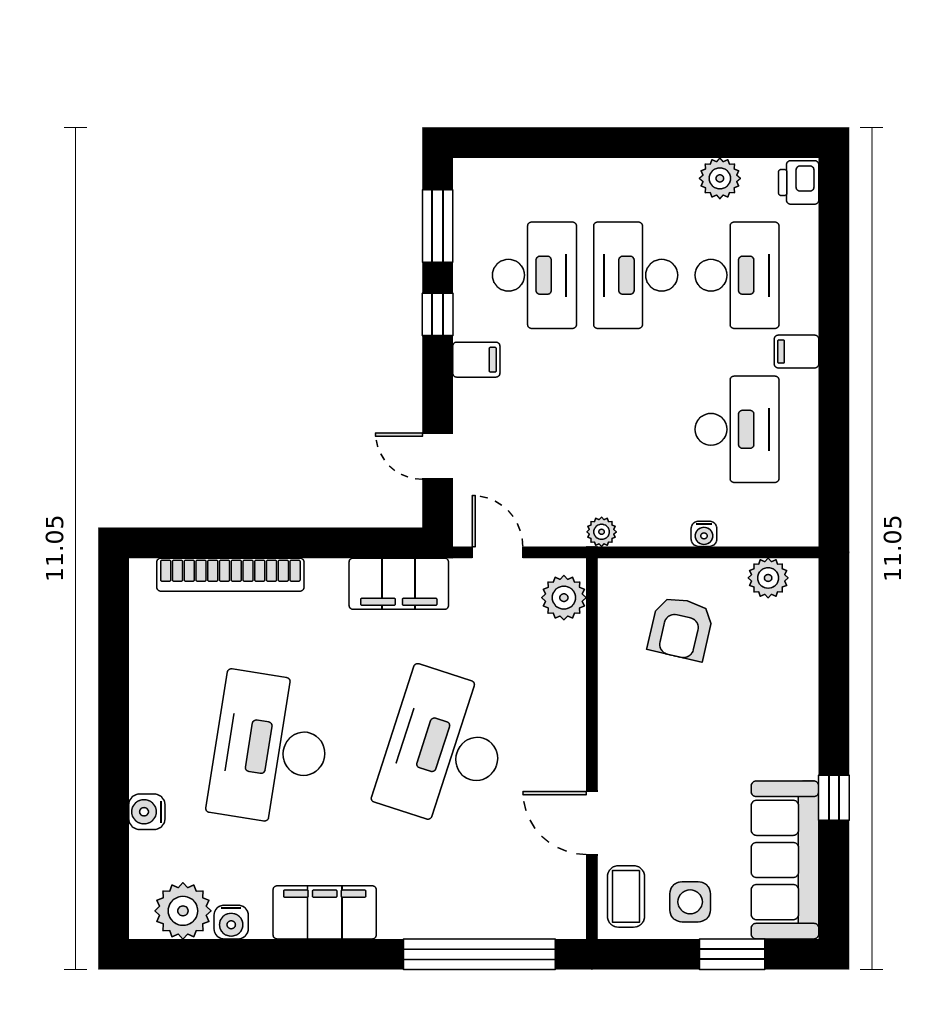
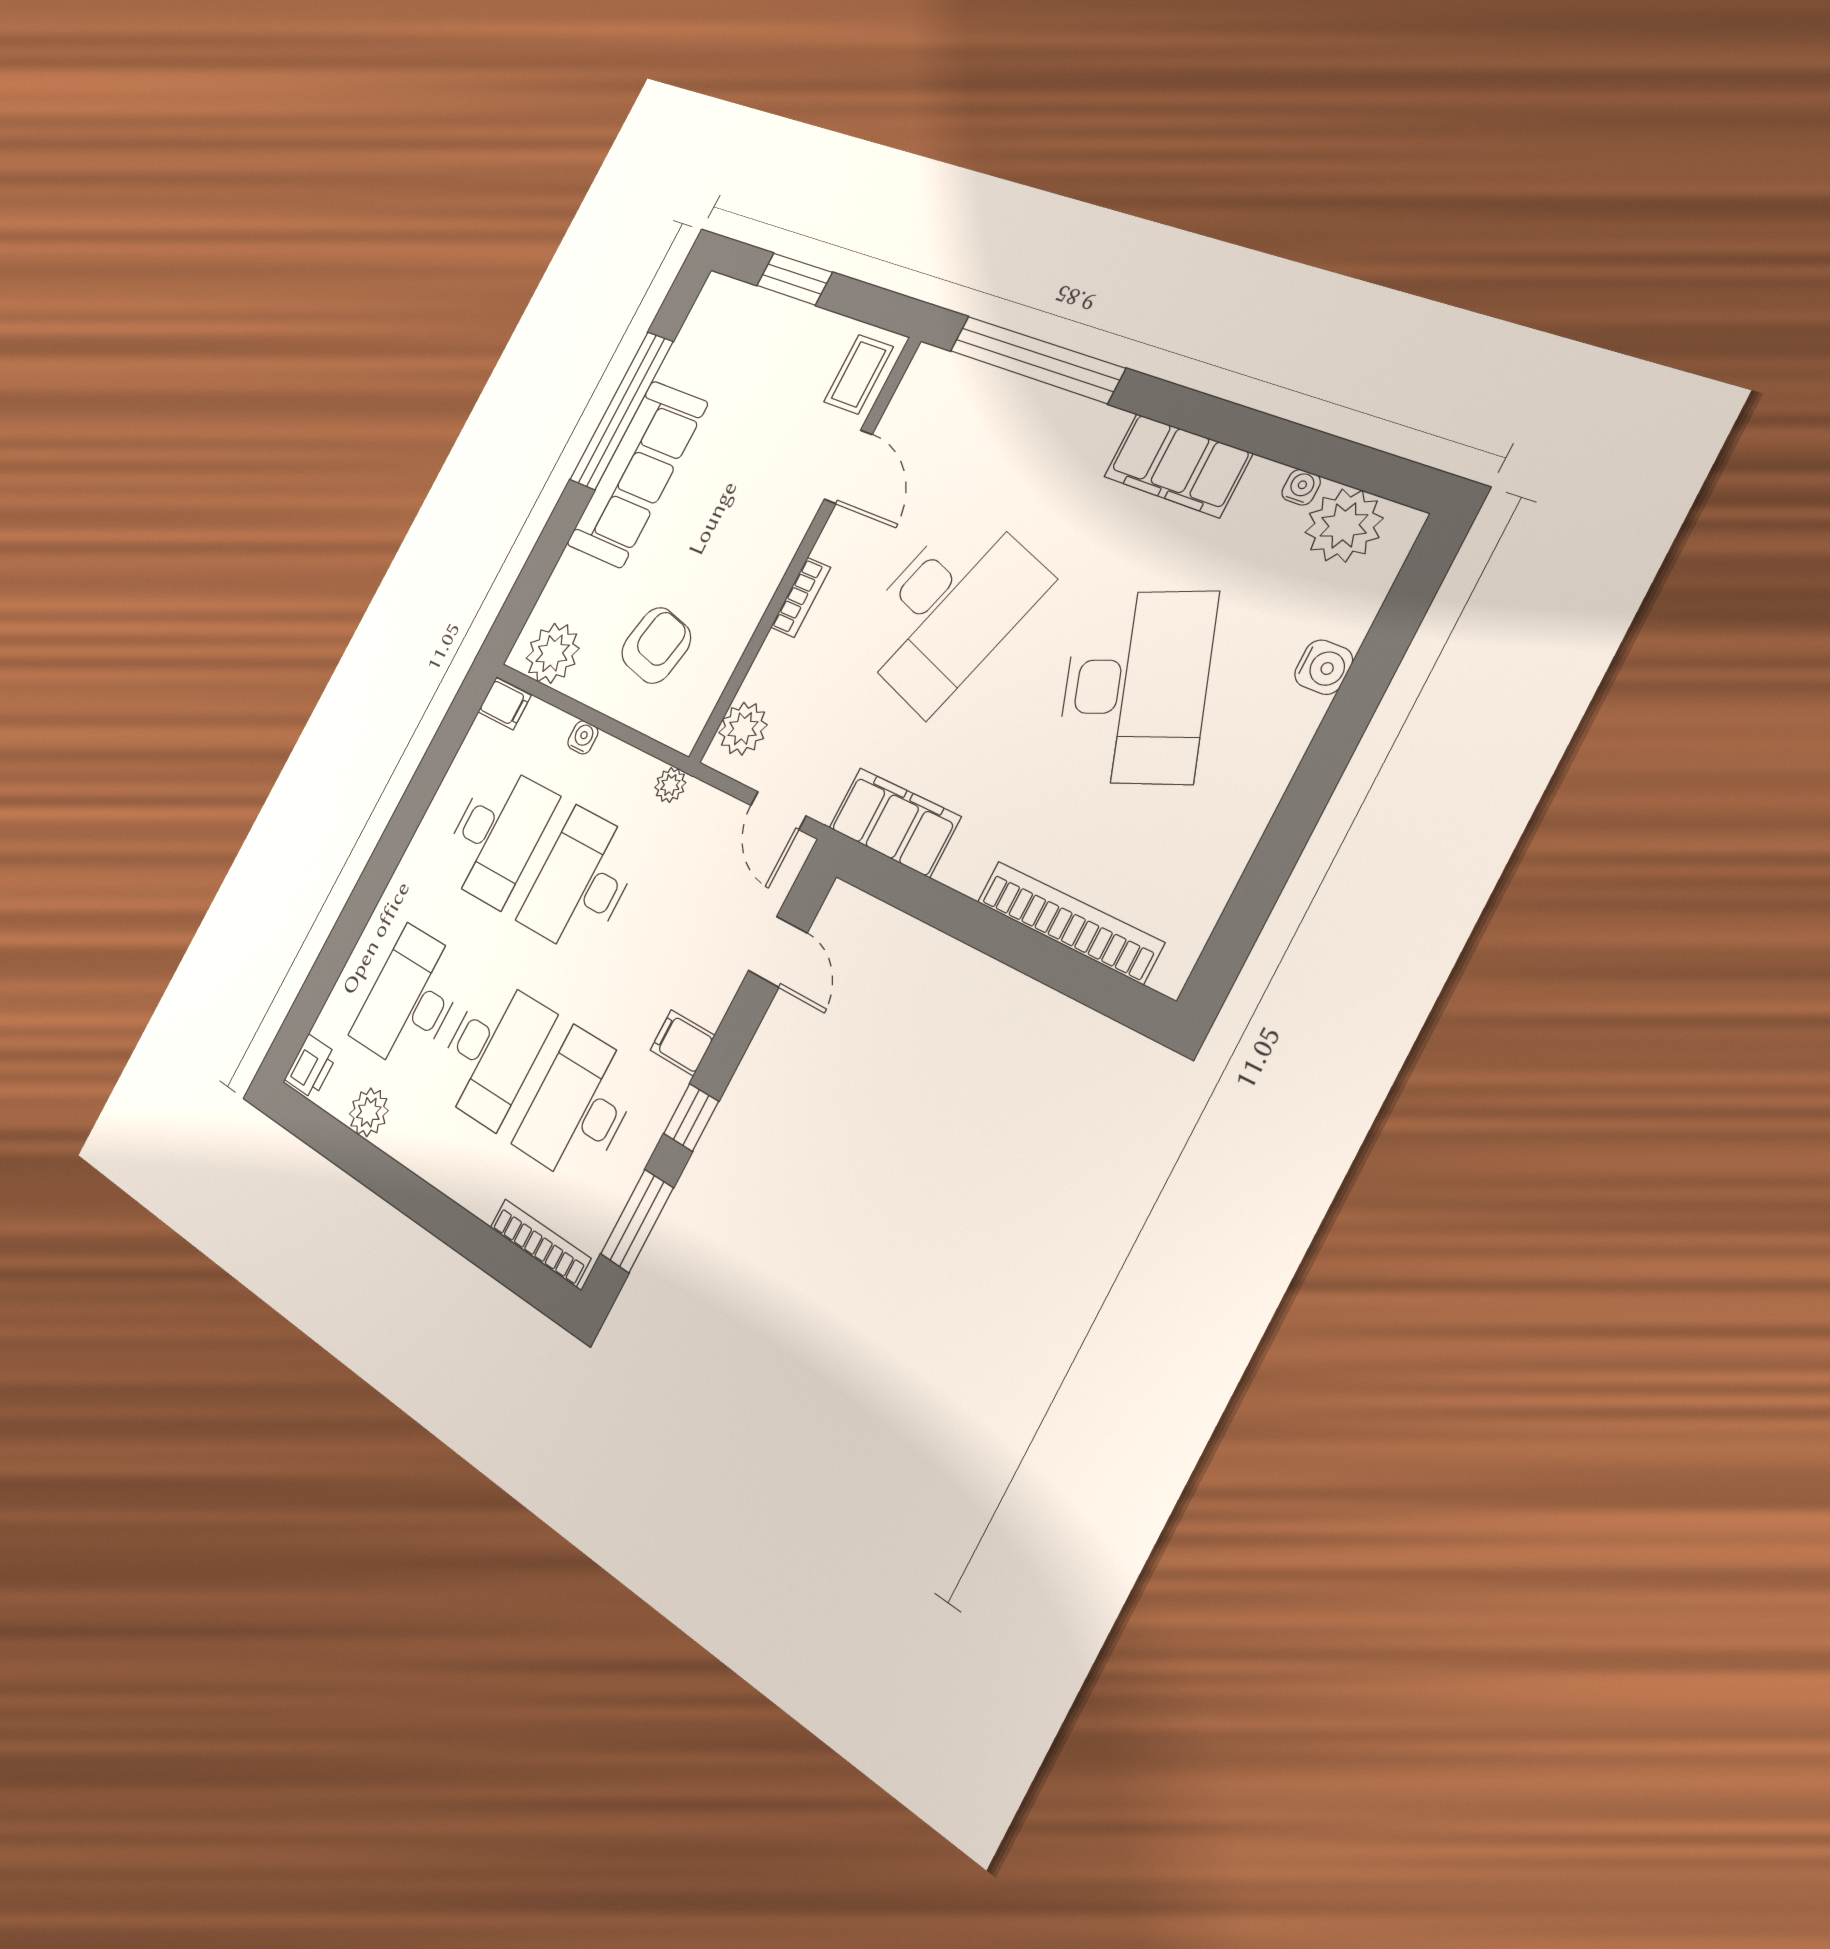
bookcase: (507, 170) -> (540, 1243), added
filing cabinet: (797, 352) -> (505, 704), moved
desk: (636, 429) -> (581, 882), added
desk: (737, 429) -> (497, 835), turned 180
plant: (768, 578) -> (553, 653), width x1.36, depth x1.36
bookcase: (574, 712) -> (801, 597), added
desk: (271, 749) -> (1135, 687), turned -30
window: (834, 798) -> (621, 411), width x3.17
sofa: (785, 860) -> (637, 474), moved
side table: (690, 902) -> (803, 348), removed
water cooler: (231, 922) -> (1301, 487), width x0.72, depth x0.72

